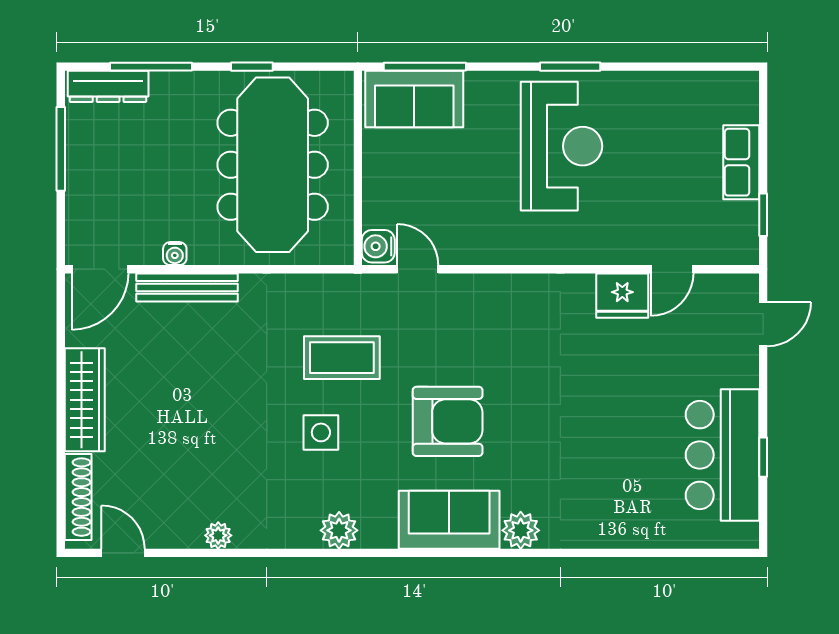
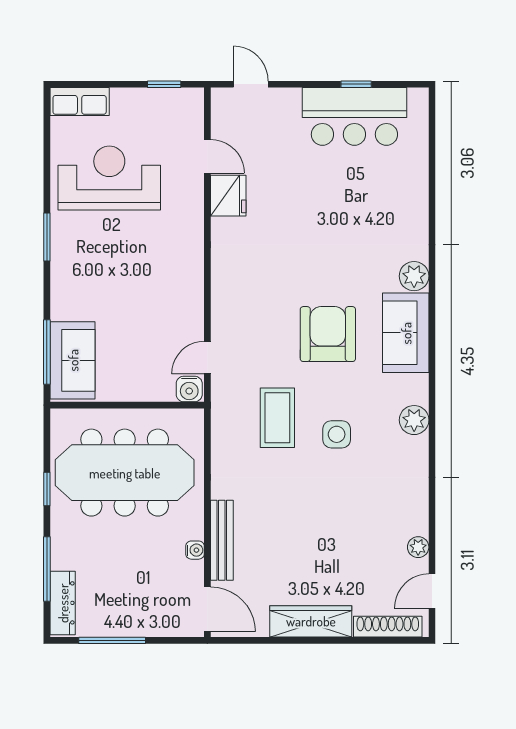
reception desk: (561, 146) -> (109, 178), moved
row of seats: (741, 162) -> (80, 102), moved
plant: (218, 535) -> (418, 547), moved

